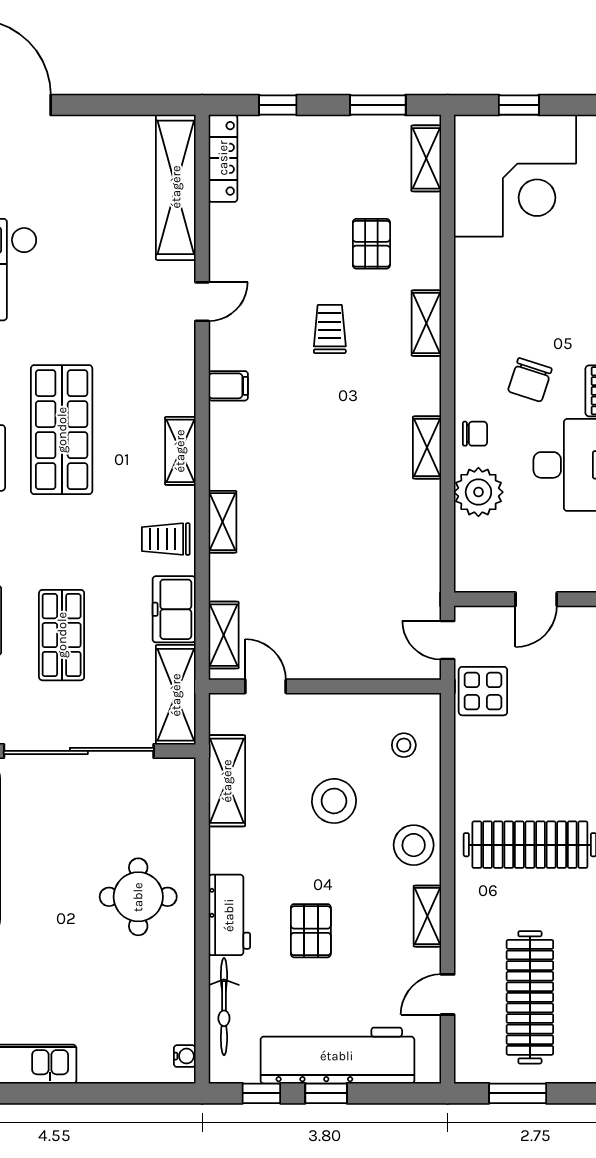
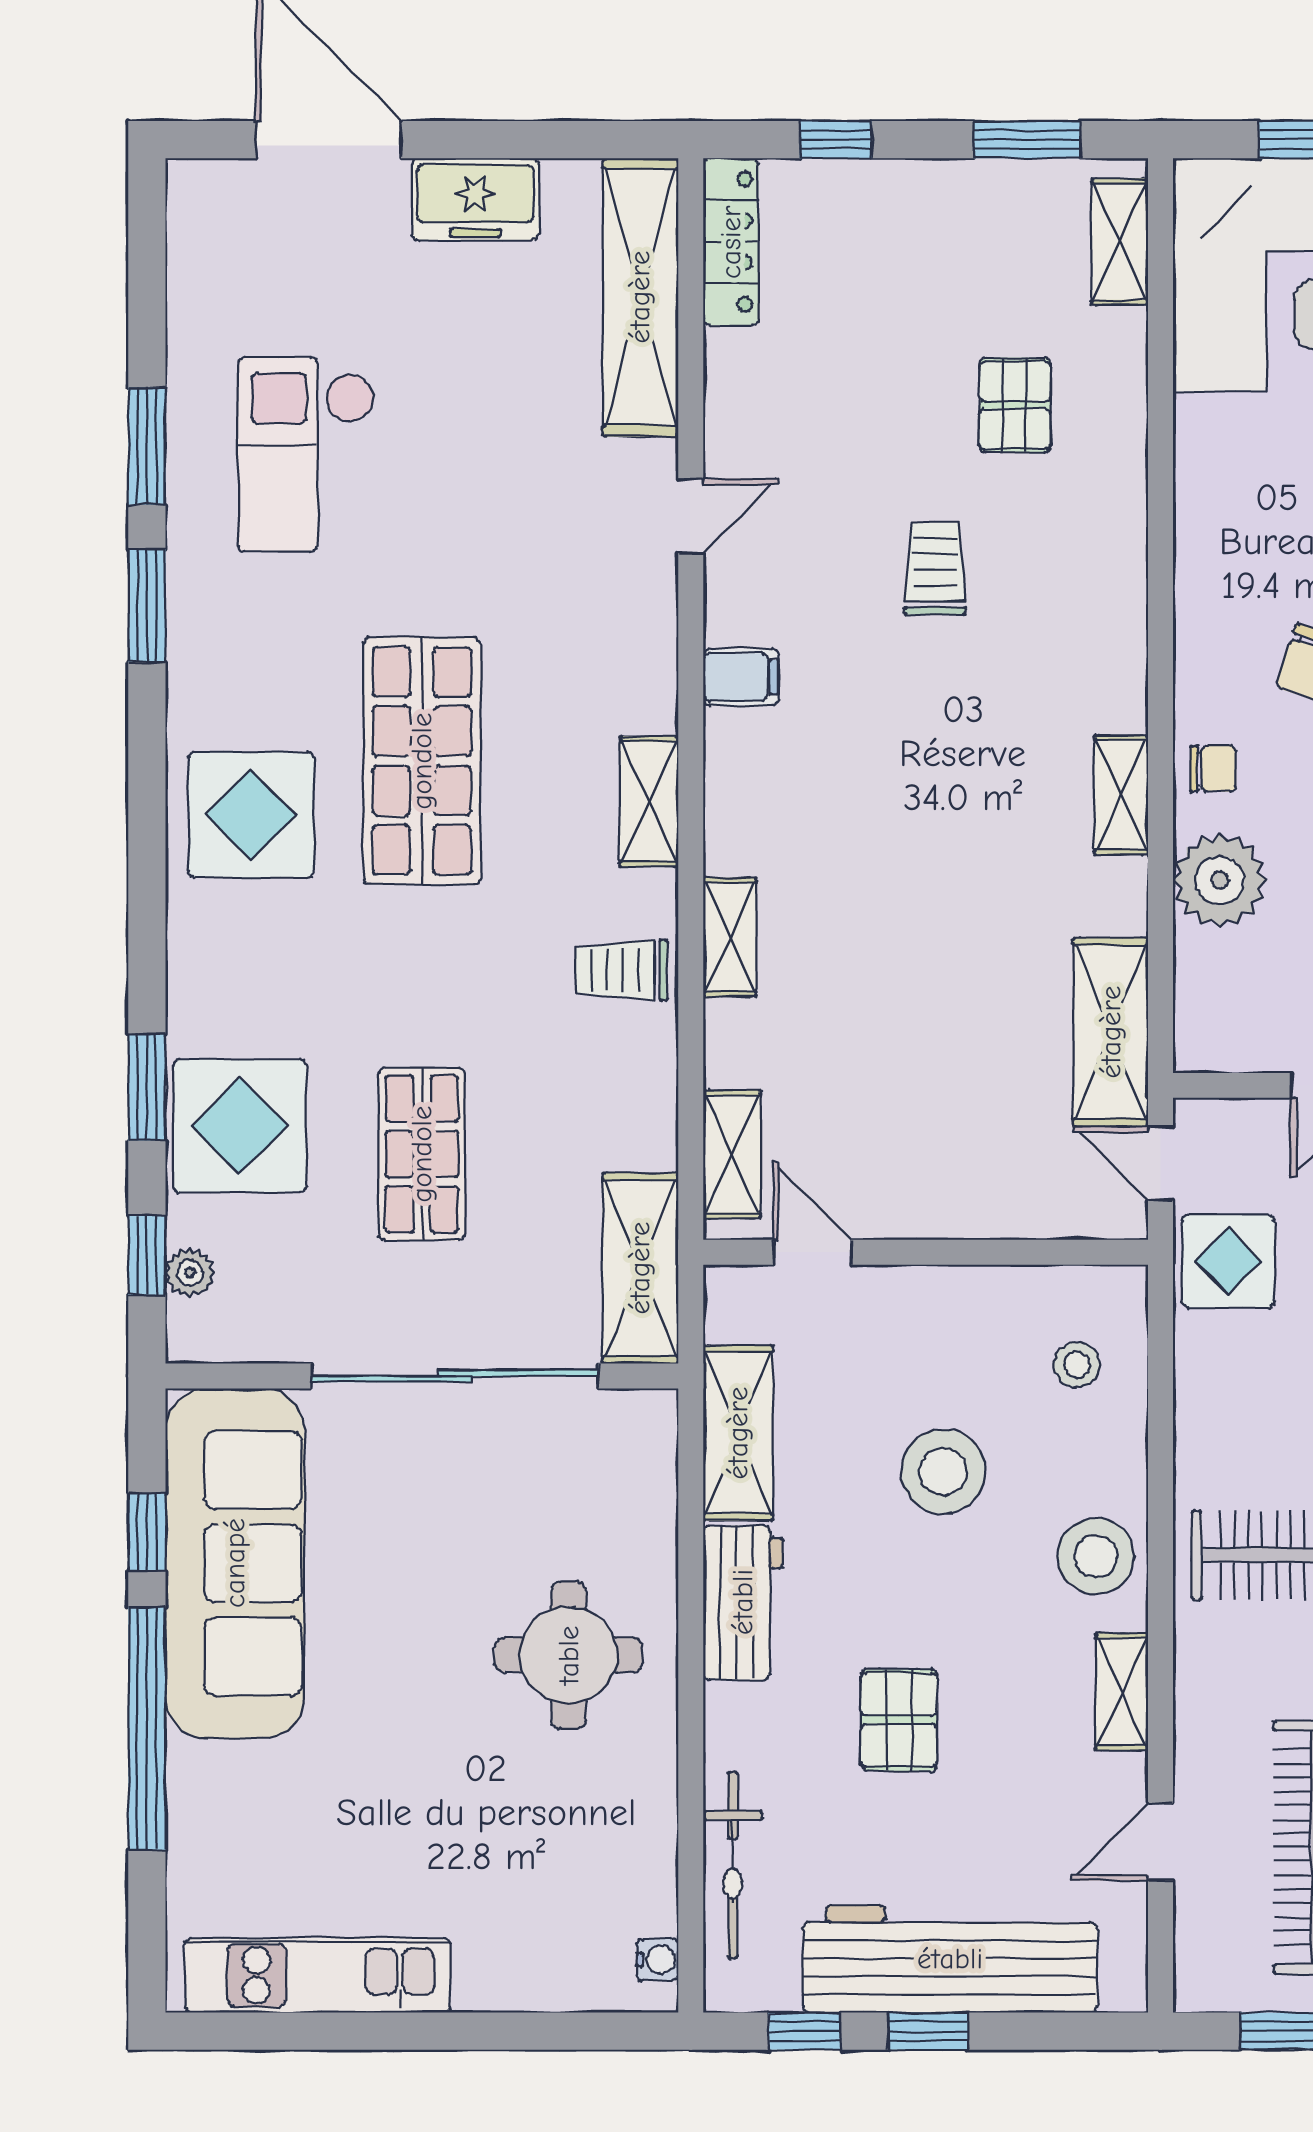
shelving: (426, 323) -> (1111, 1032), moved, width x1.50, depth x1.33
freezer: (174, 609) -> (475, 199), moved, turned -90
workbench: (229, 915) -> (743, 1602), moved

